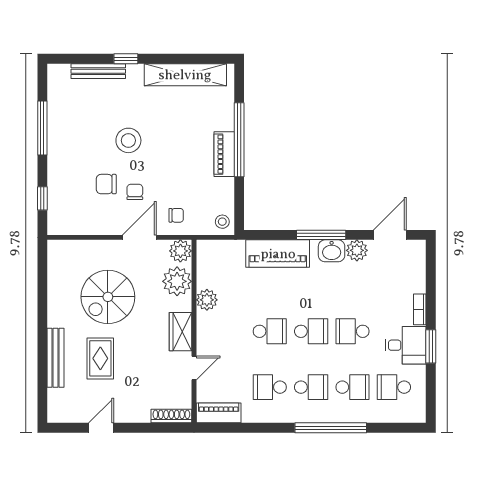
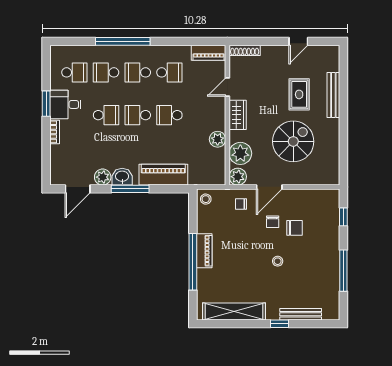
stool: (128, 140) -> (278, 261), width x0.53, depth x0.53

